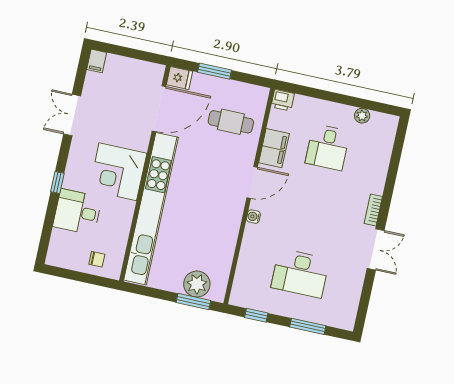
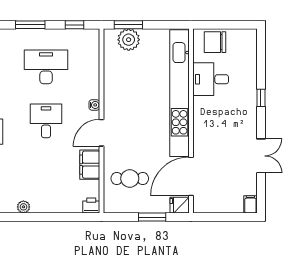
desk: (328, 147) -> (46, 121), moved
corner desk: (118, 172) -> (213, 117), removed
desk: (77, 212) -> (211, 79), moved, turned 180
chair: (97, 259) -> (215, 42), width x1.87, depth x1.87

